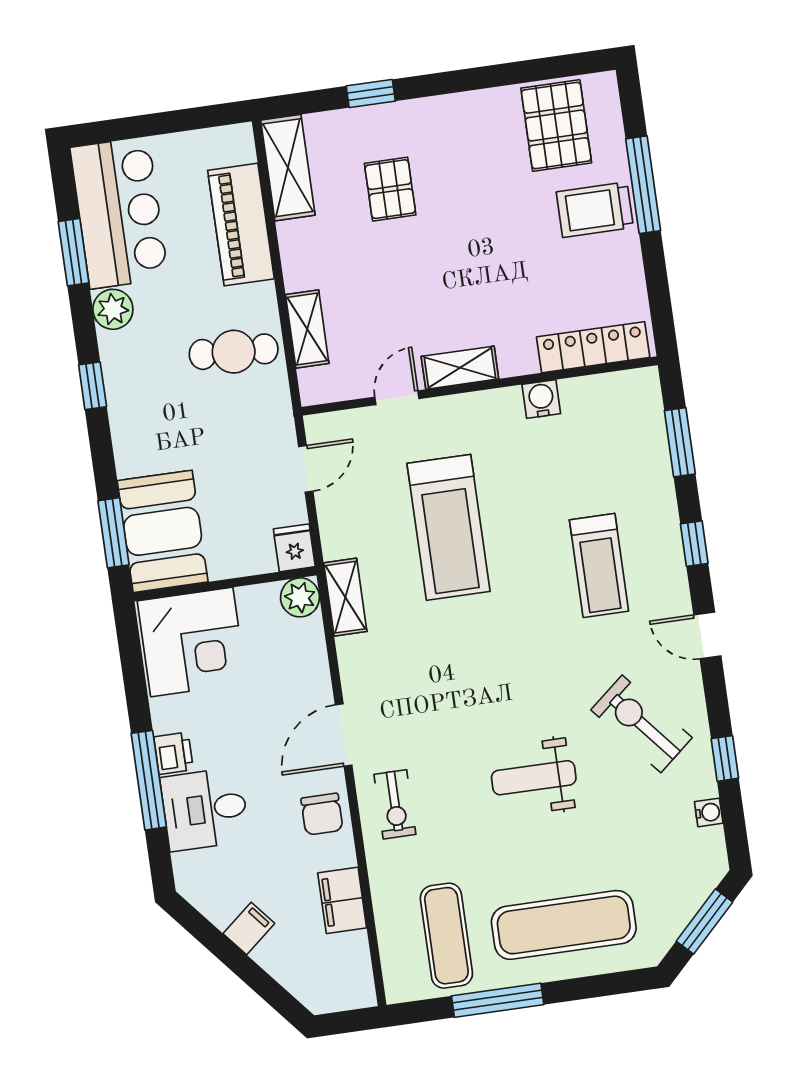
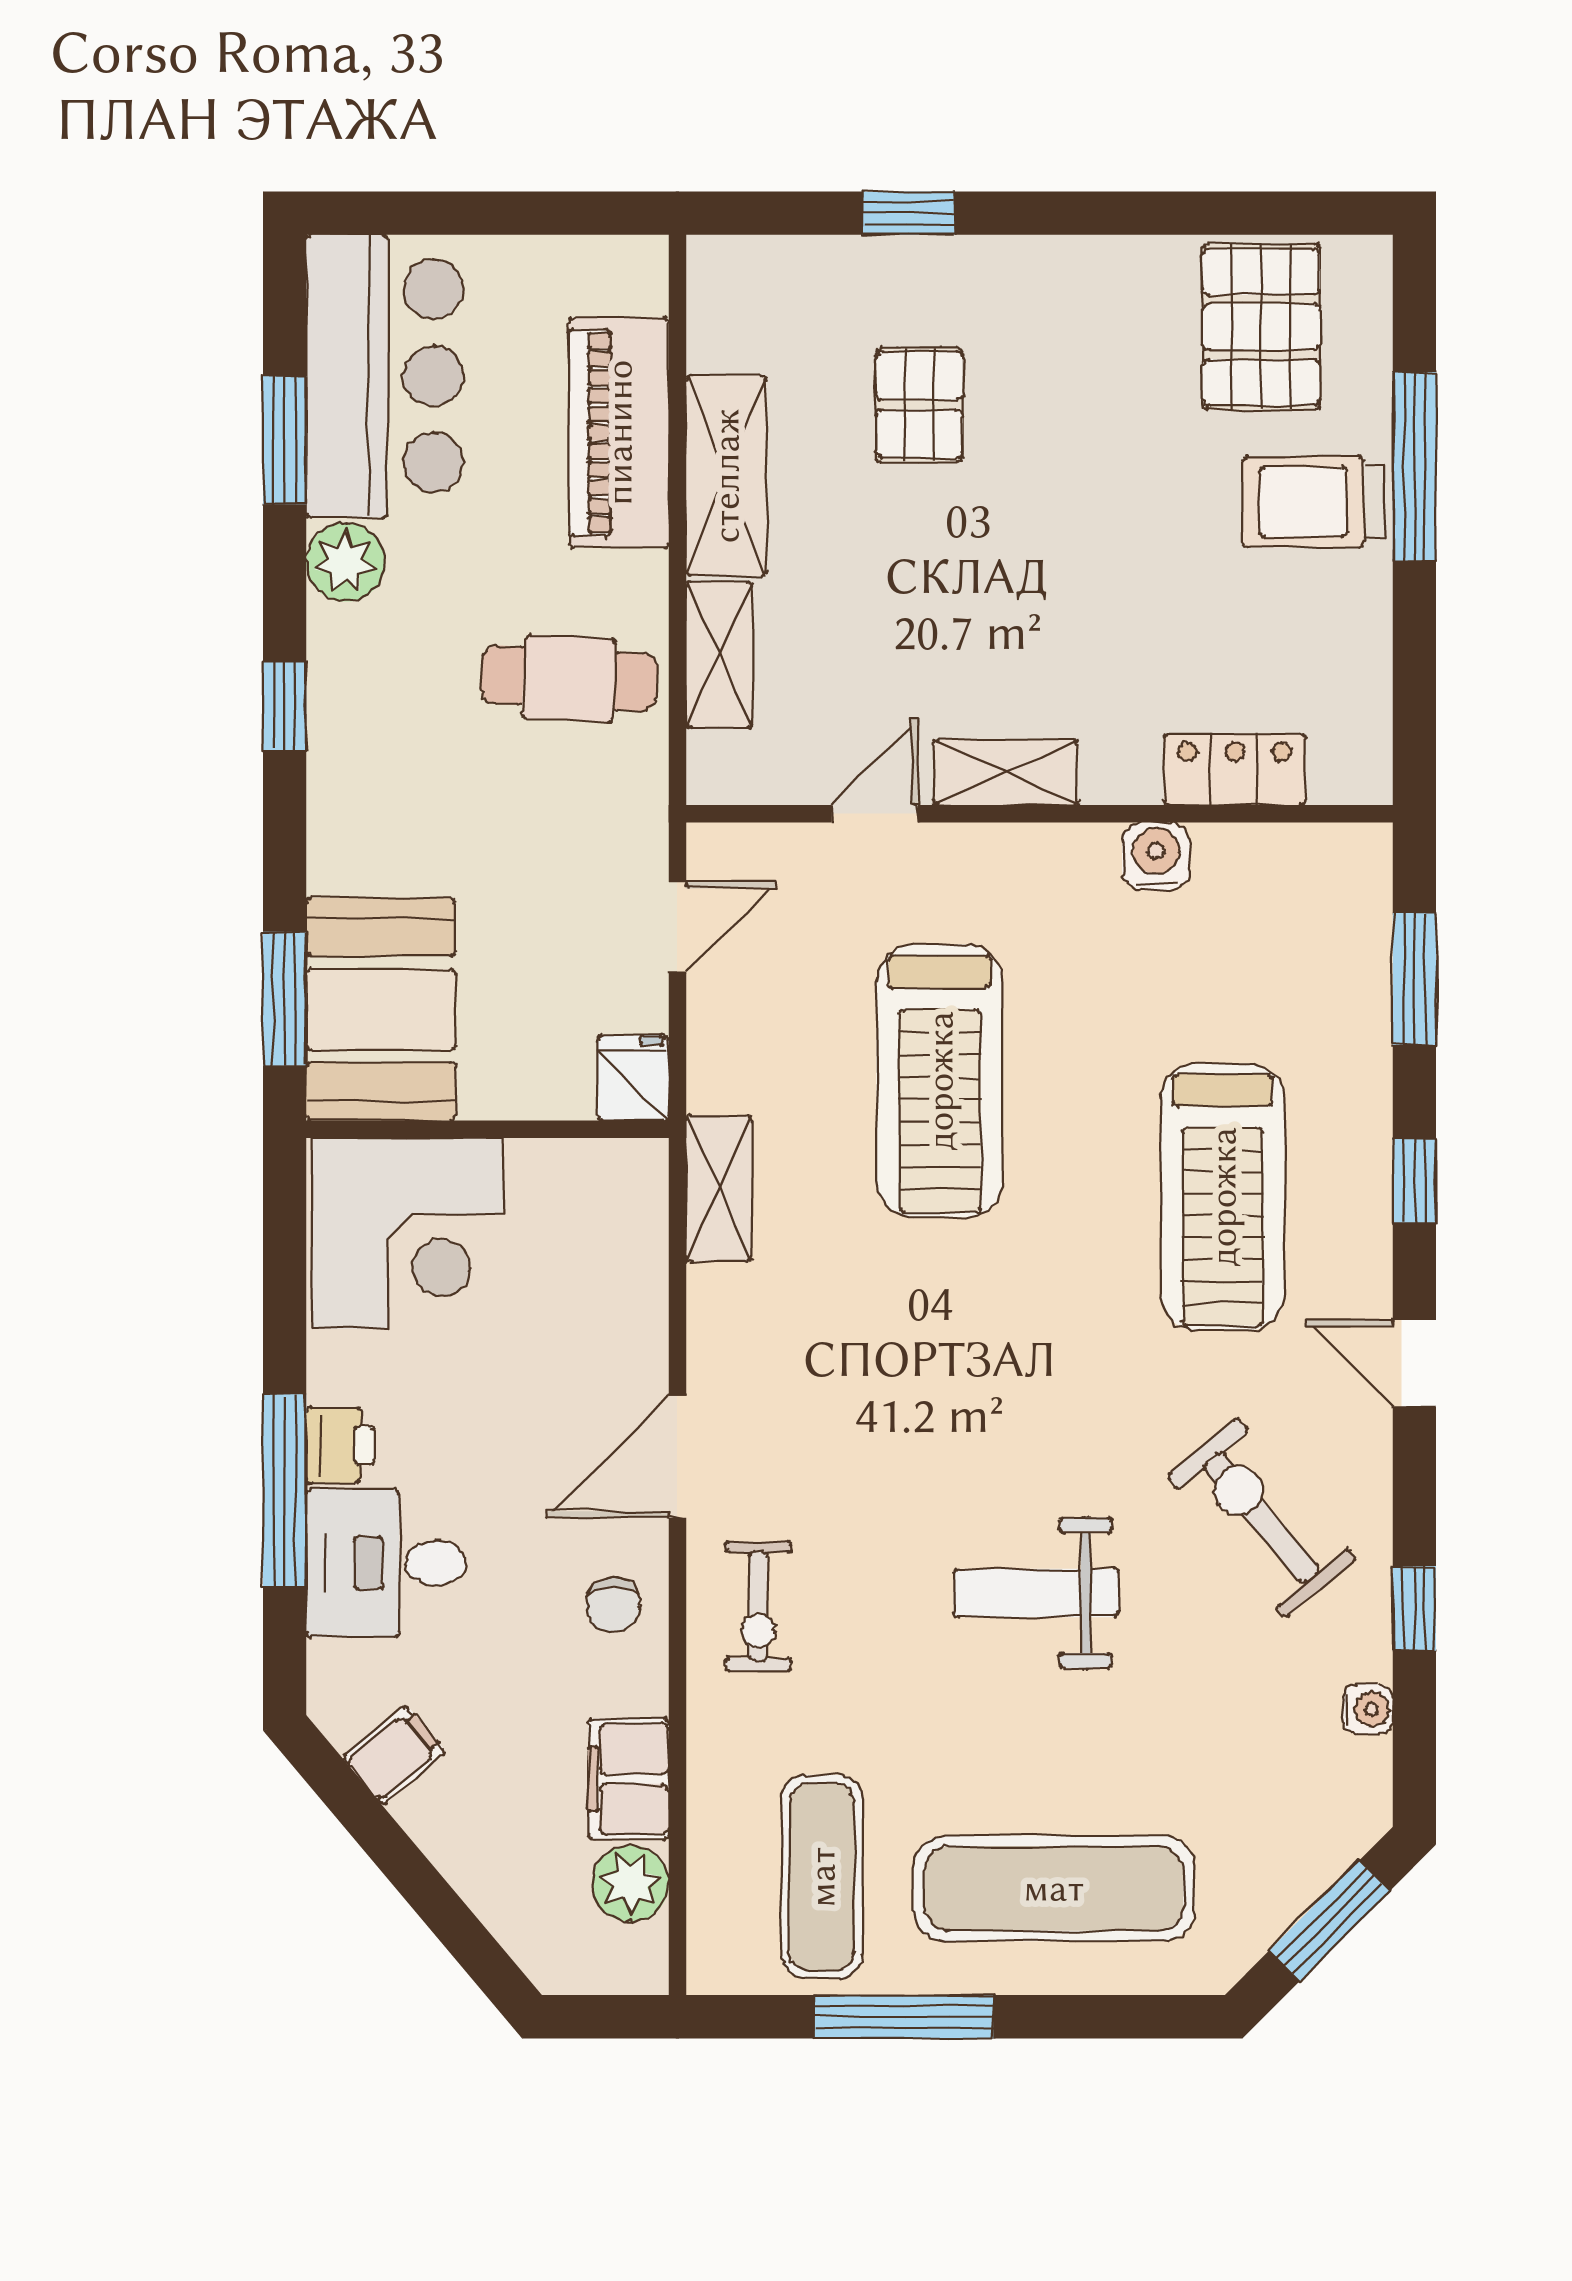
shelving: (288, 168) -> (726, 476), moved
locker: (593, 347) -> (1234, 770), width x0.66
treadmill: (599, 565) -> (1223, 1197), width x1.37, depth x1.38
plant: (300, 597) -> (630, 1883), moved
chair: (322, 814) -> (613, 1605), width x0.73, depth x0.73
filing cabinet: (249, 928) -> (394, 1755), moved

